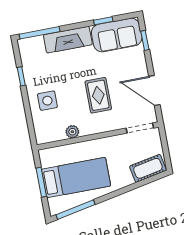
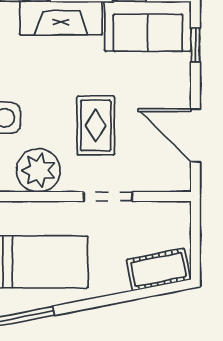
doorway: (140, 128) -> (108, 196), moved
plant: (72, 132) -> (38, 170), width x1.87, depth x1.87

